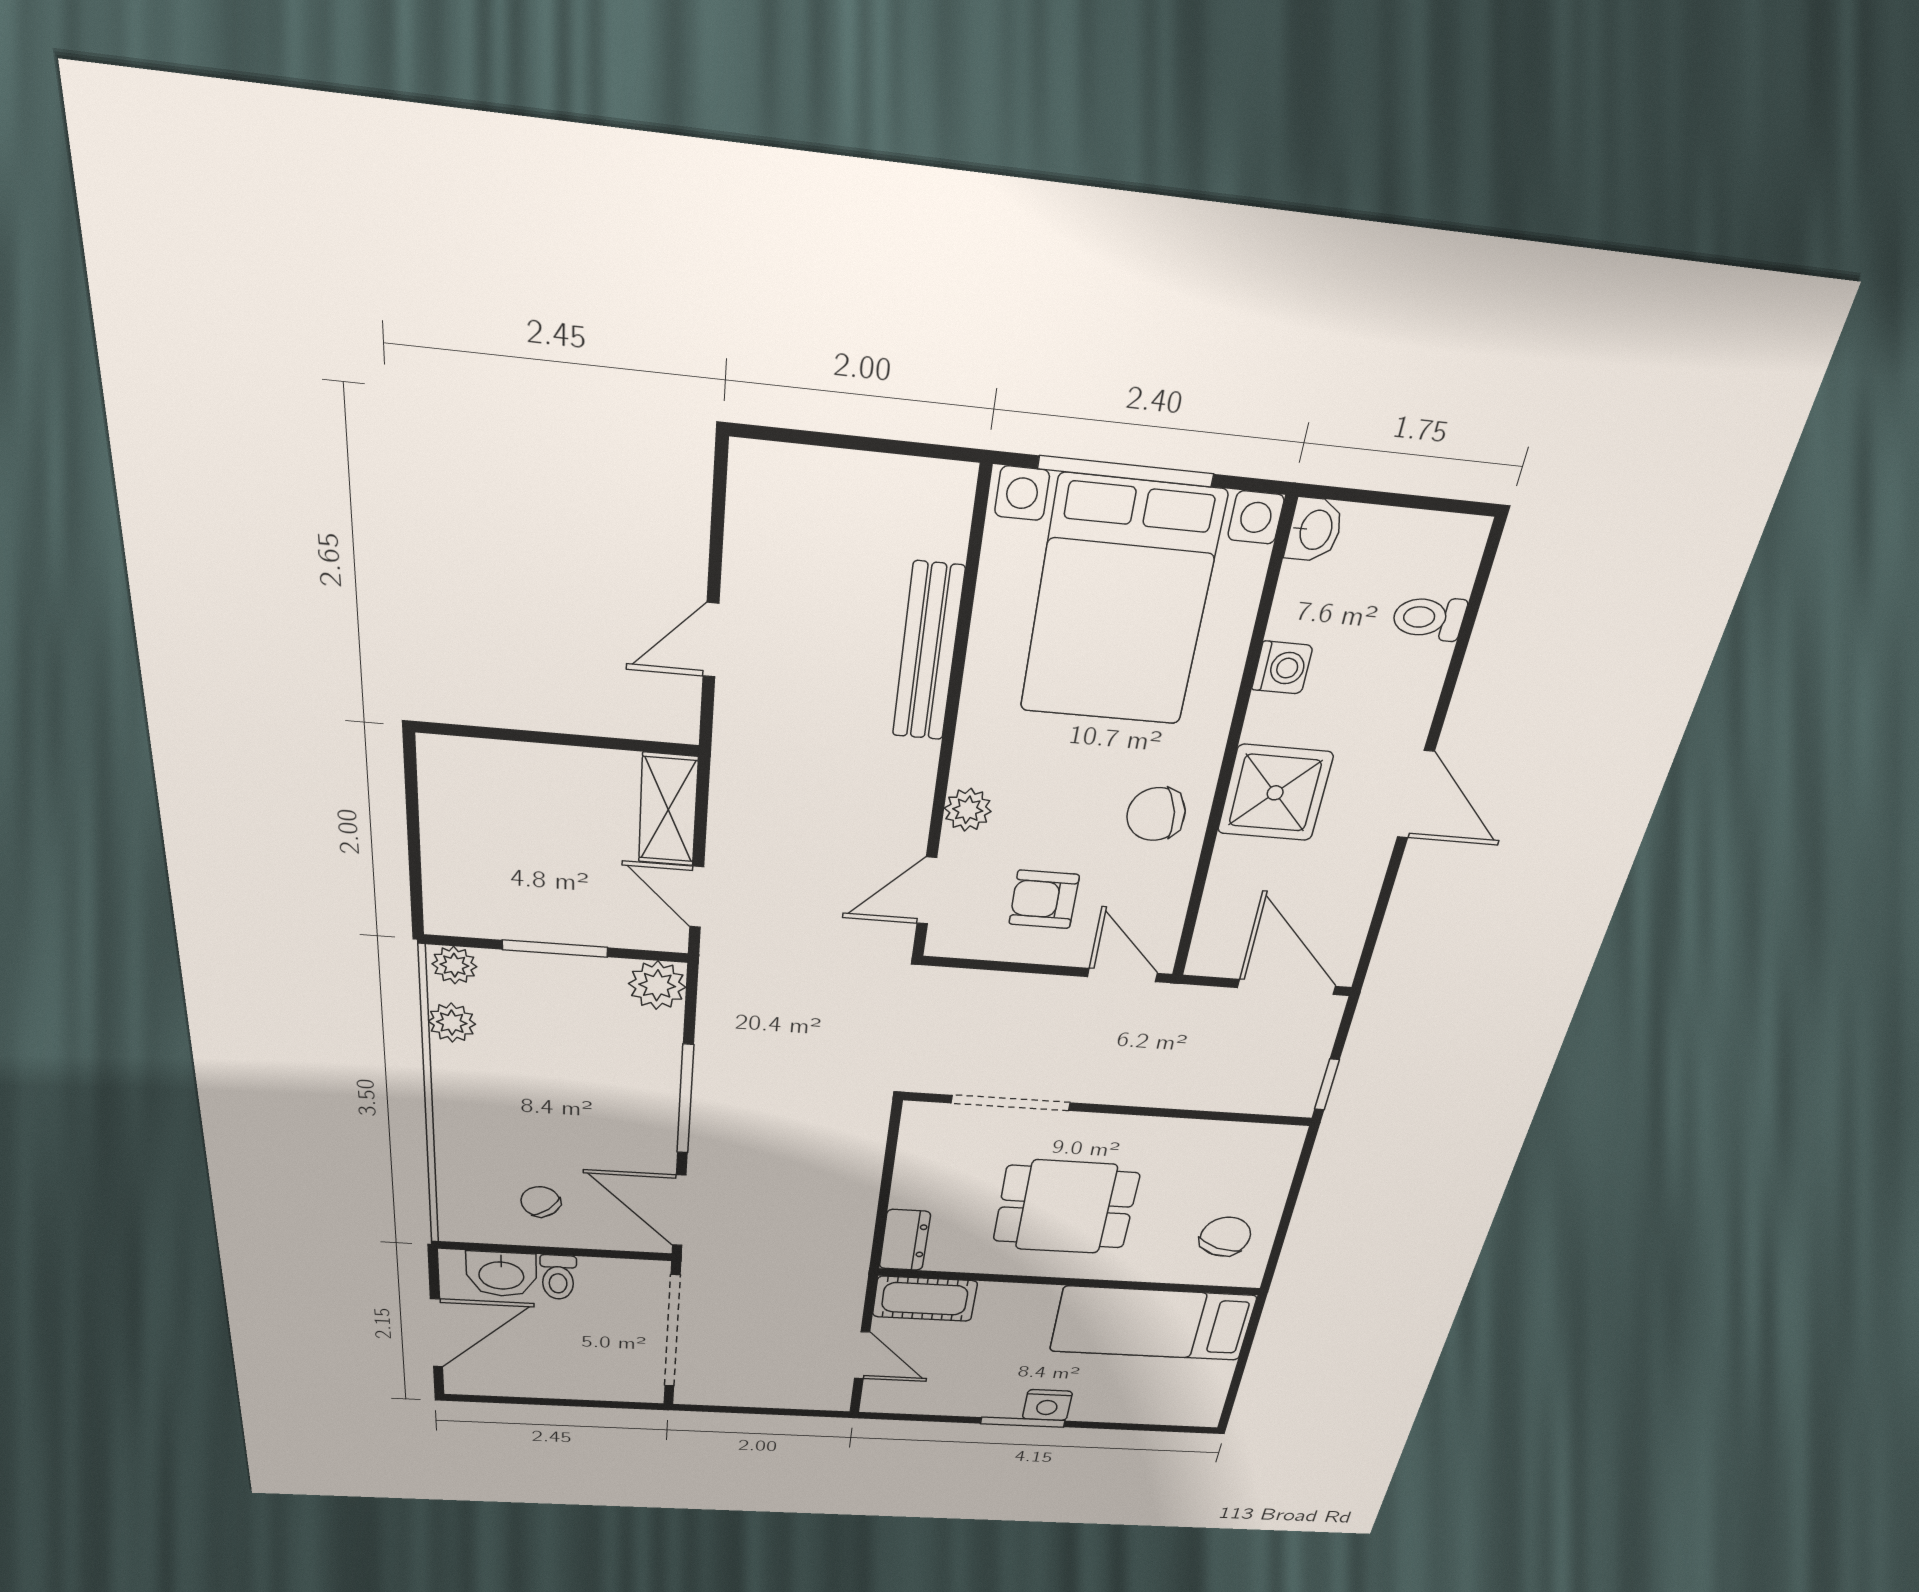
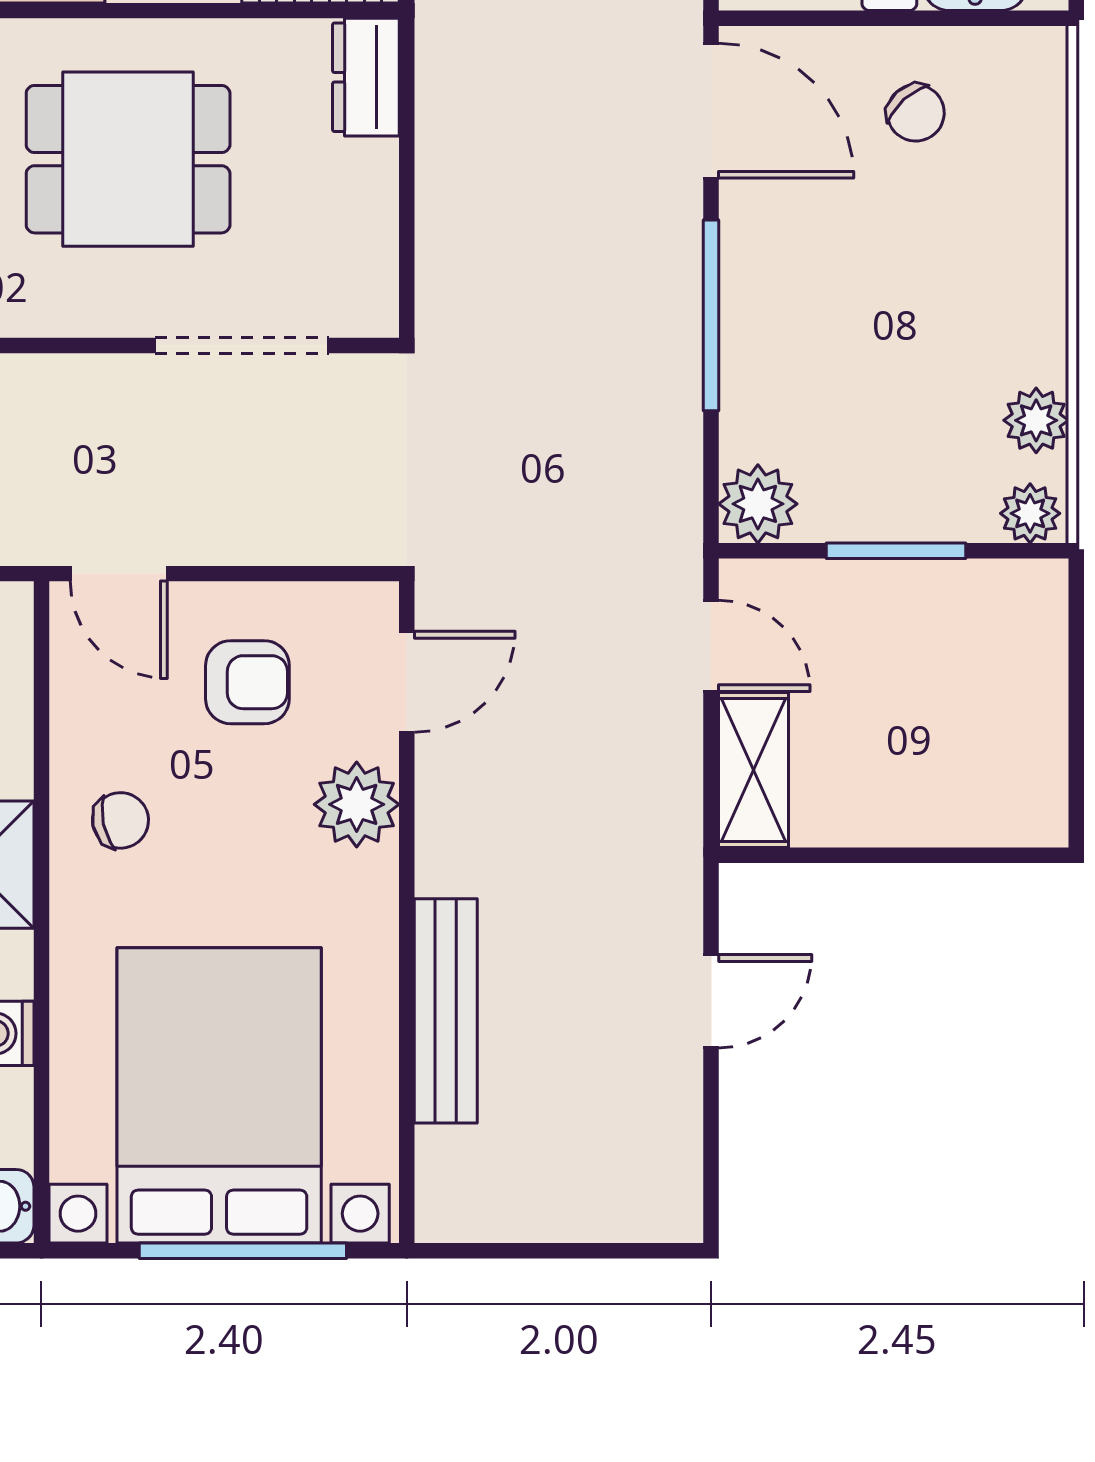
plant: (968, 810) -> (357, 804), width x1.38, depth x1.38
chair: (1156, 814) -> (120, 820), width x0.73, depth x0.73

